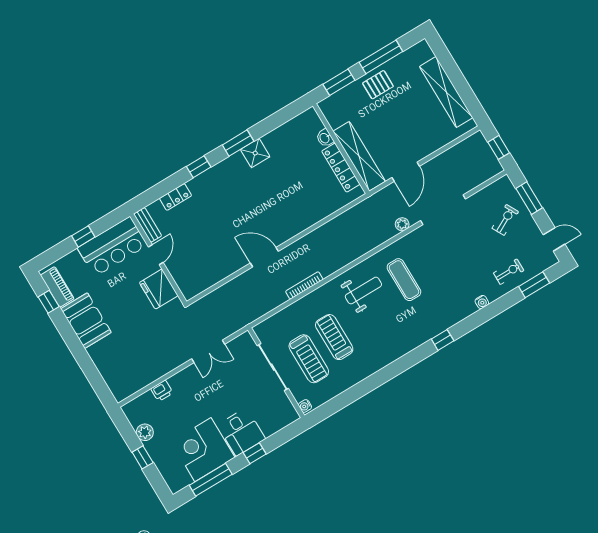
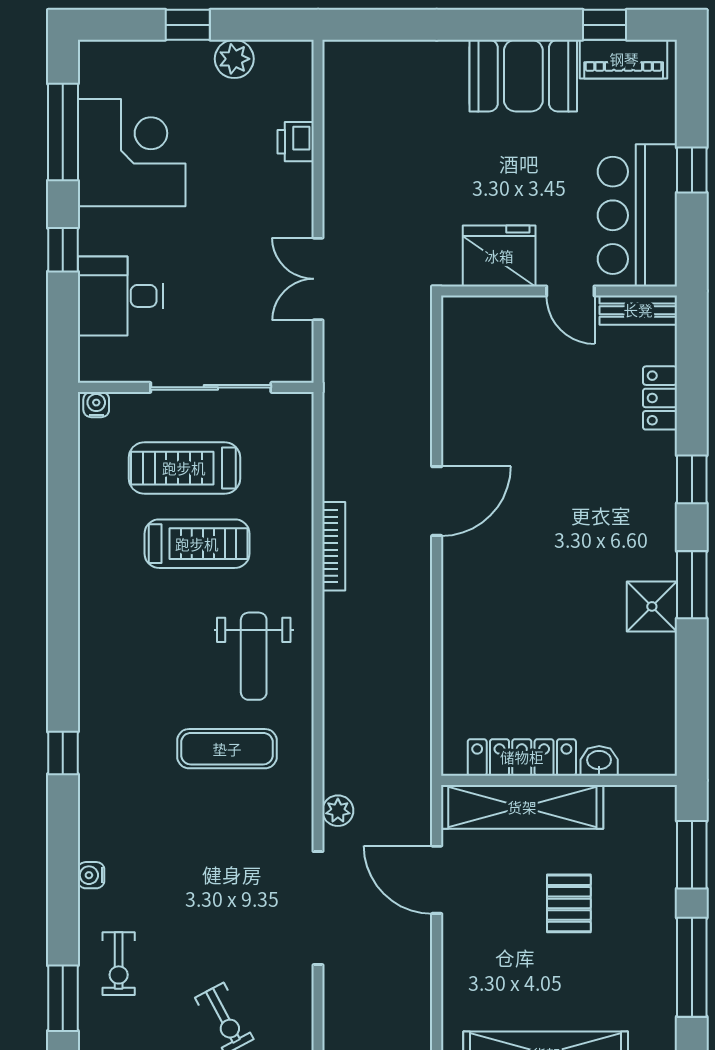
pallet: (378, 85) -> (569, 903), moved
desk: (241, 432) -> (121, 296), moved

